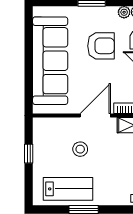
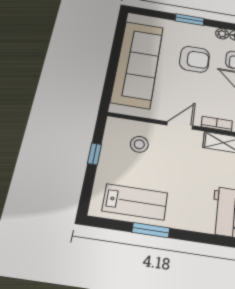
door: (95, 115) -> (180, 125), width x0.73
stool: (80, 149) -> (139, 144), moved

